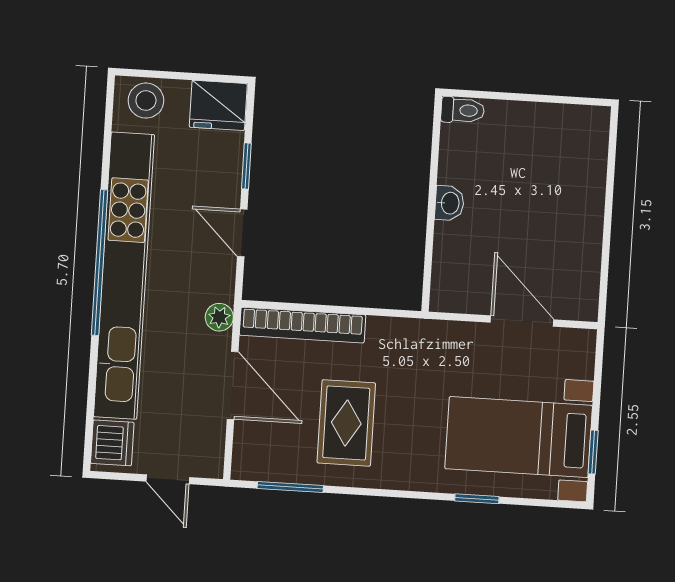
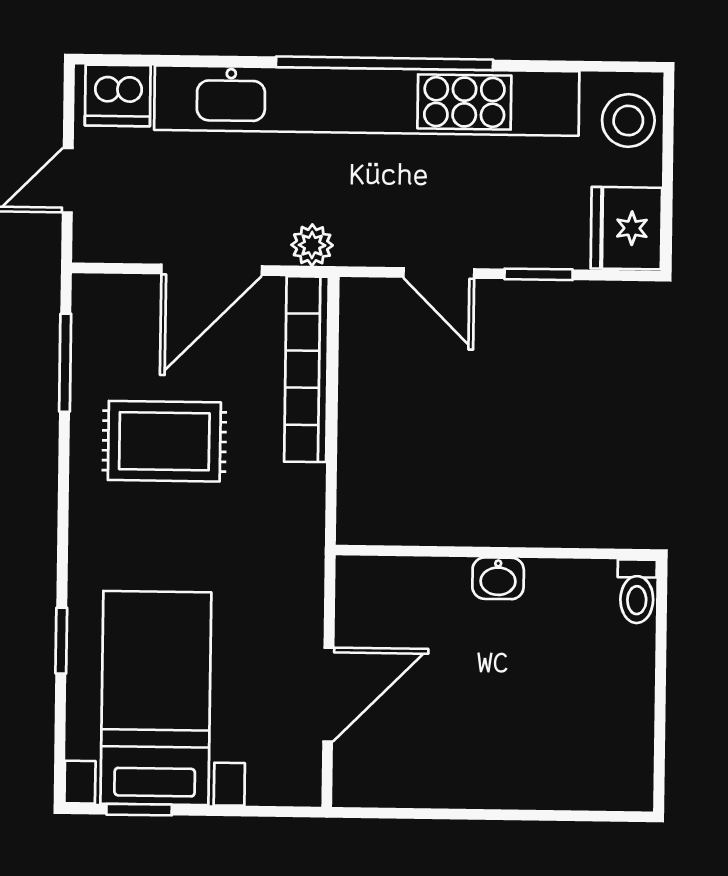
door: (242, 233) -> (439, 273), swing flipped

